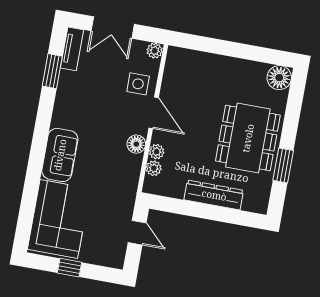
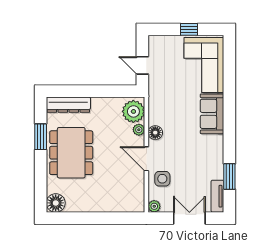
plant: (154, 168) -> (133, 111), width x1.88, depth x1.88
dresser: (214, 195) -> (68, 105), moved

